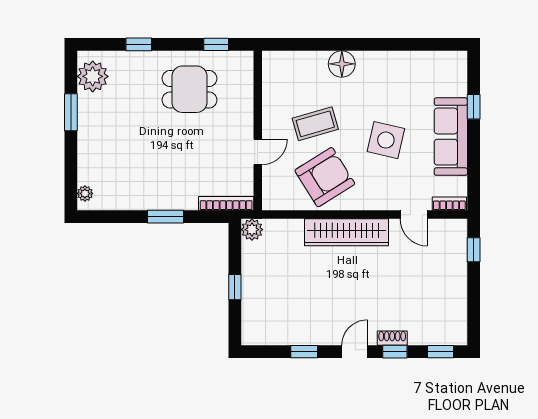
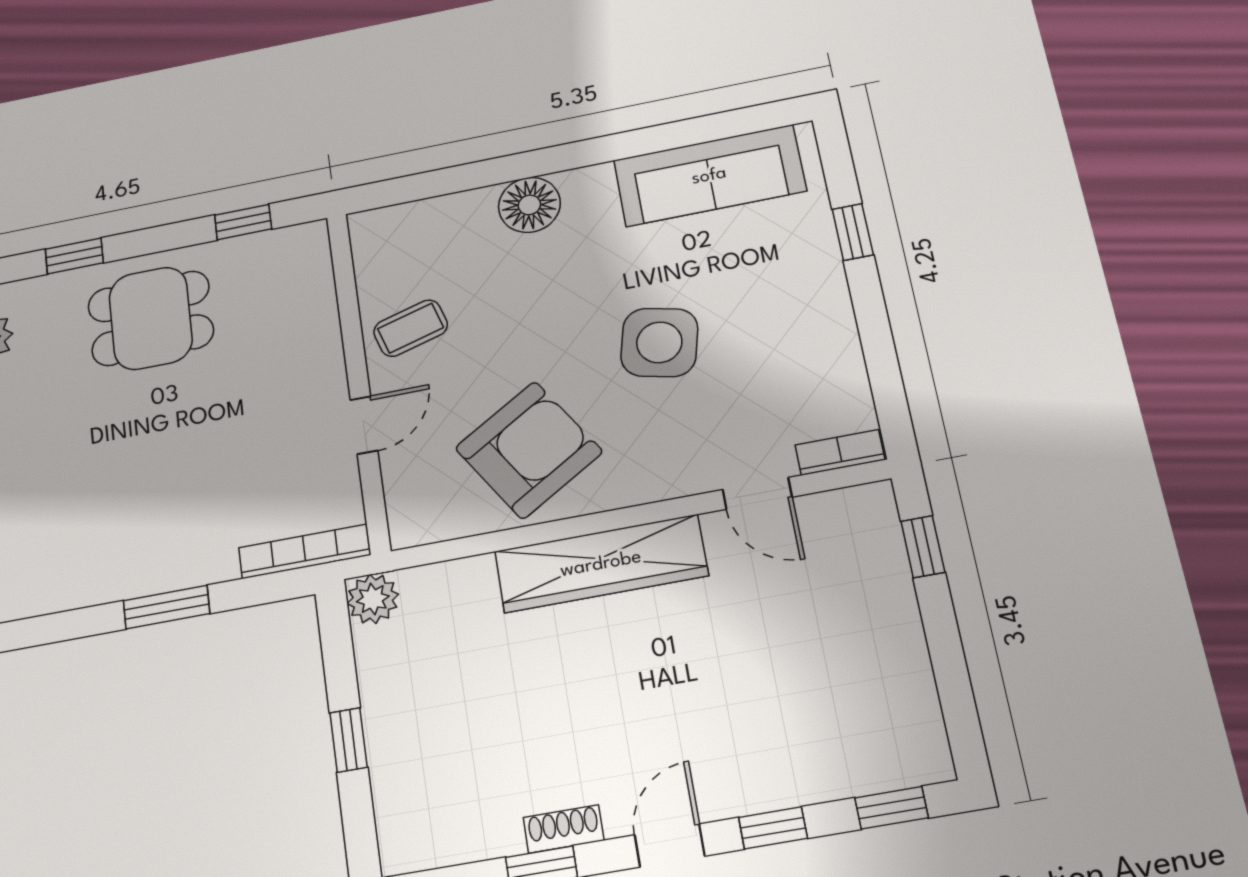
dining table: (189, 89) -> (151, 318), moved
coffee table: (315, 124) -> (411, 328), moved, width x0.73, depth x0.77
sofa: (451, 137) -> (709, 176), moved, turned -90
shoe rack: (392, 338) -> (564, 829), moved

